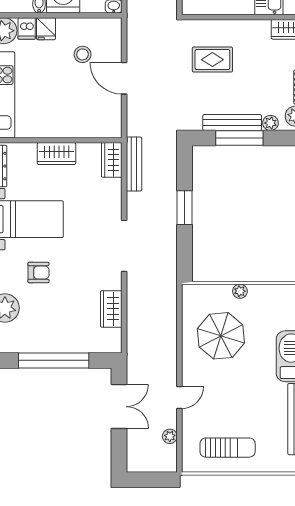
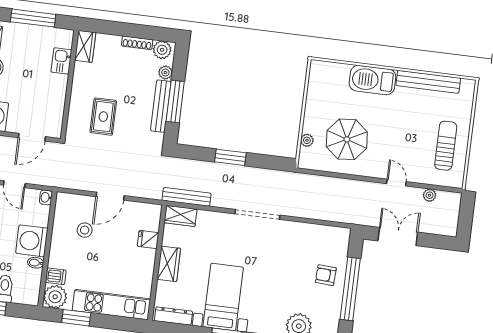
fridge: (46, 29) -> (148, 239), moved, turned 180
armchair: (38, 273) -> (326, 275), moved, turned -87
plant: (240, 291) -> (307, 140), moved
wardrobe: (111, 309) -> (311, 233), removed

